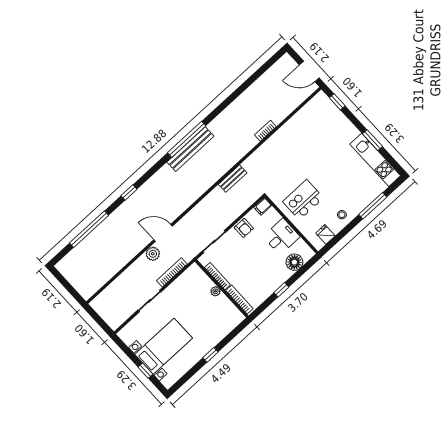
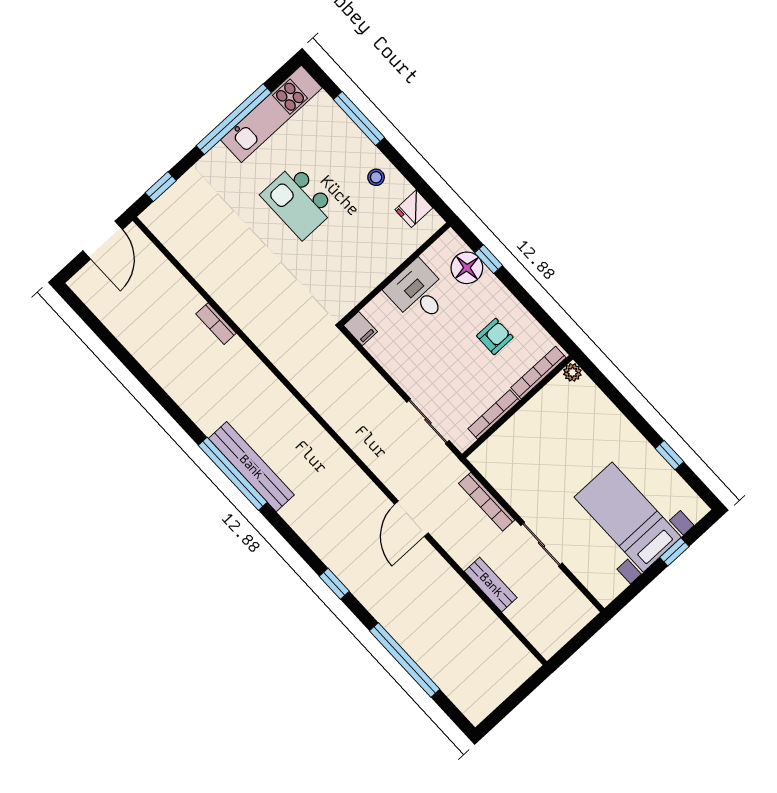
window: (372, 140) -> (234, 119), width x2.11
bench: (233, 179) -> (491, 585), moved
kitchen island: (303, 200) -> (298, 202), moved
armchair: (244, 228) -> (495, 337), moved
plant: (153, 254) -> (451, 538), removed
window: (281, 290) -> (489, 259), moved
plant: (216, 291) -> (572, 372), moved
window: (210, 355) -> (670, 455), moved

